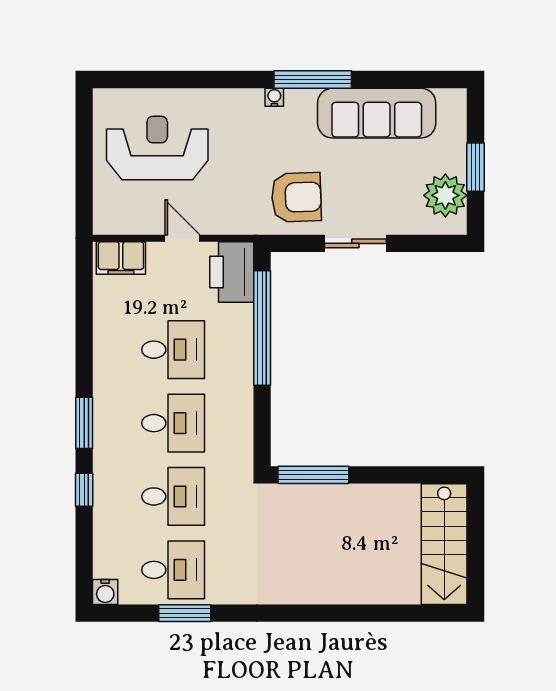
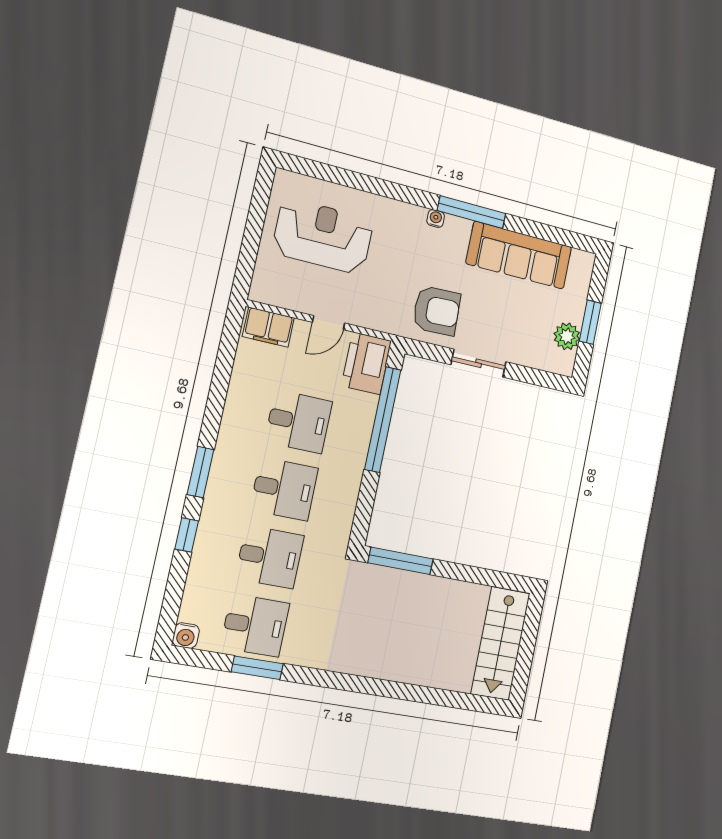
plant: (445, 195) -> (567, 336), width x0.73, depth x0.73
door: (182, 238) -> (328, 323), swing flipped

